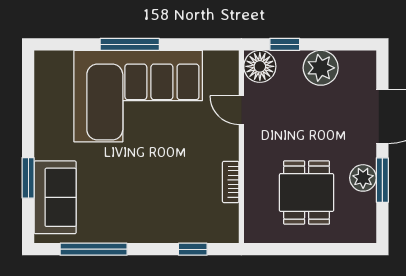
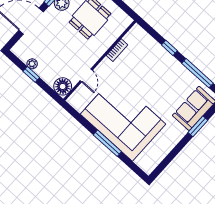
window: (285, 44) -> (31, 74), moved
plant: (321, 68) -> (32, 64), width x0.53, depth x0.53
window: (193, 249) -> (169, 48), moved

